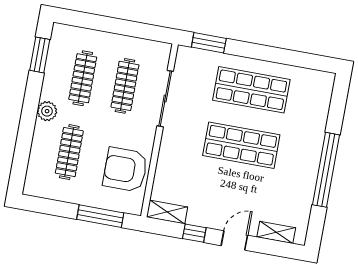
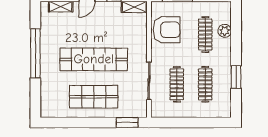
window: (40, 55) -> (236, 77), moved
plant: (47, 111) -> (225, 31), moved
shop shelf: (241, 145) -> (94, 59), width x1.40

